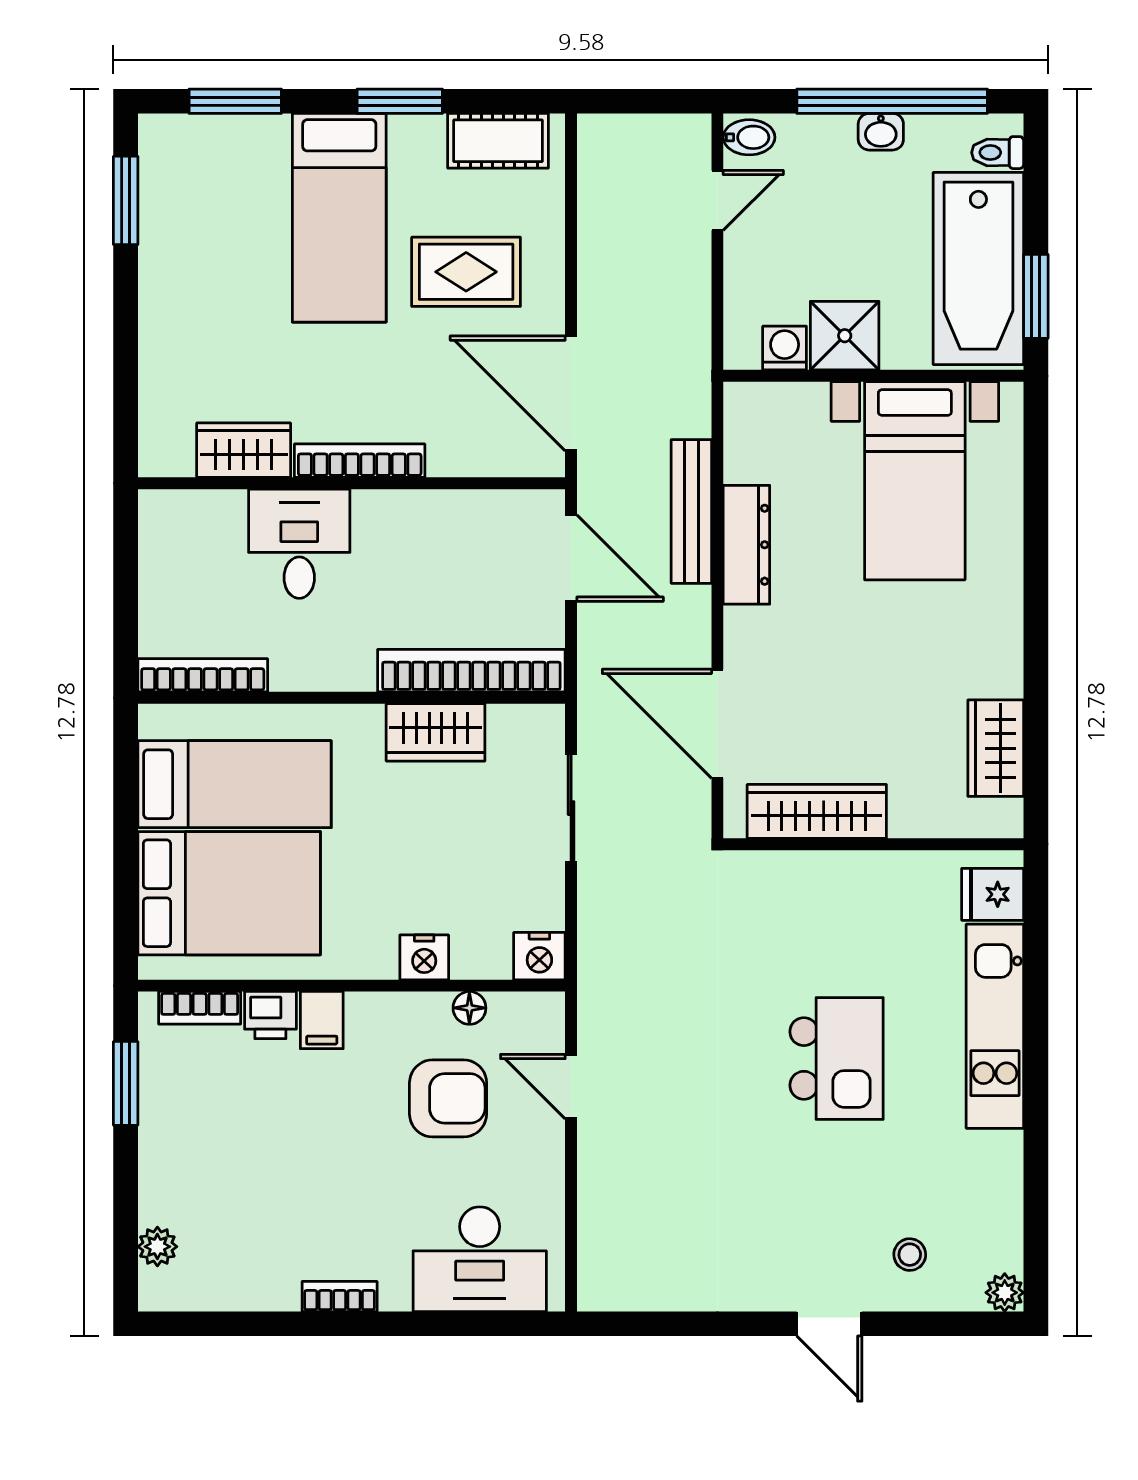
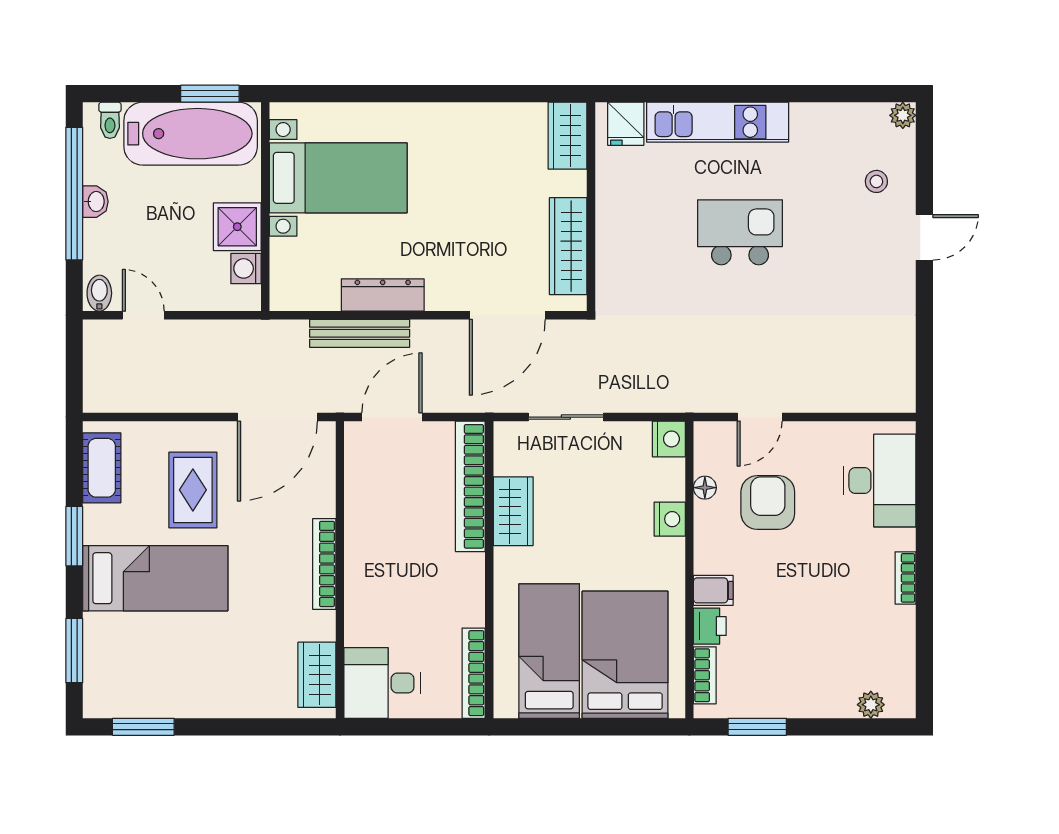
wardrobe: (244, 450) -> (317, 675), moved
desk: (299, 544) -> (382, 683), moved
wardrobe: (996, 748) -> (567, 136), moved, turned 90

